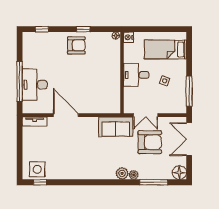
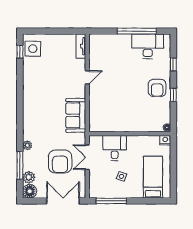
window: (42, 29) -> (173, 65), moved
desk: (136, 75) -> (115, 148), moved
window: (20, 82) -> (137, 31), moved
desk: (35, 85) -> (148, 46), moved
door: (66, 115) -> (87, 77), width x0.53
sofa: (116, 127) -> (76, 115), moved
plant: (122, 173) -> (29, 177), moved

